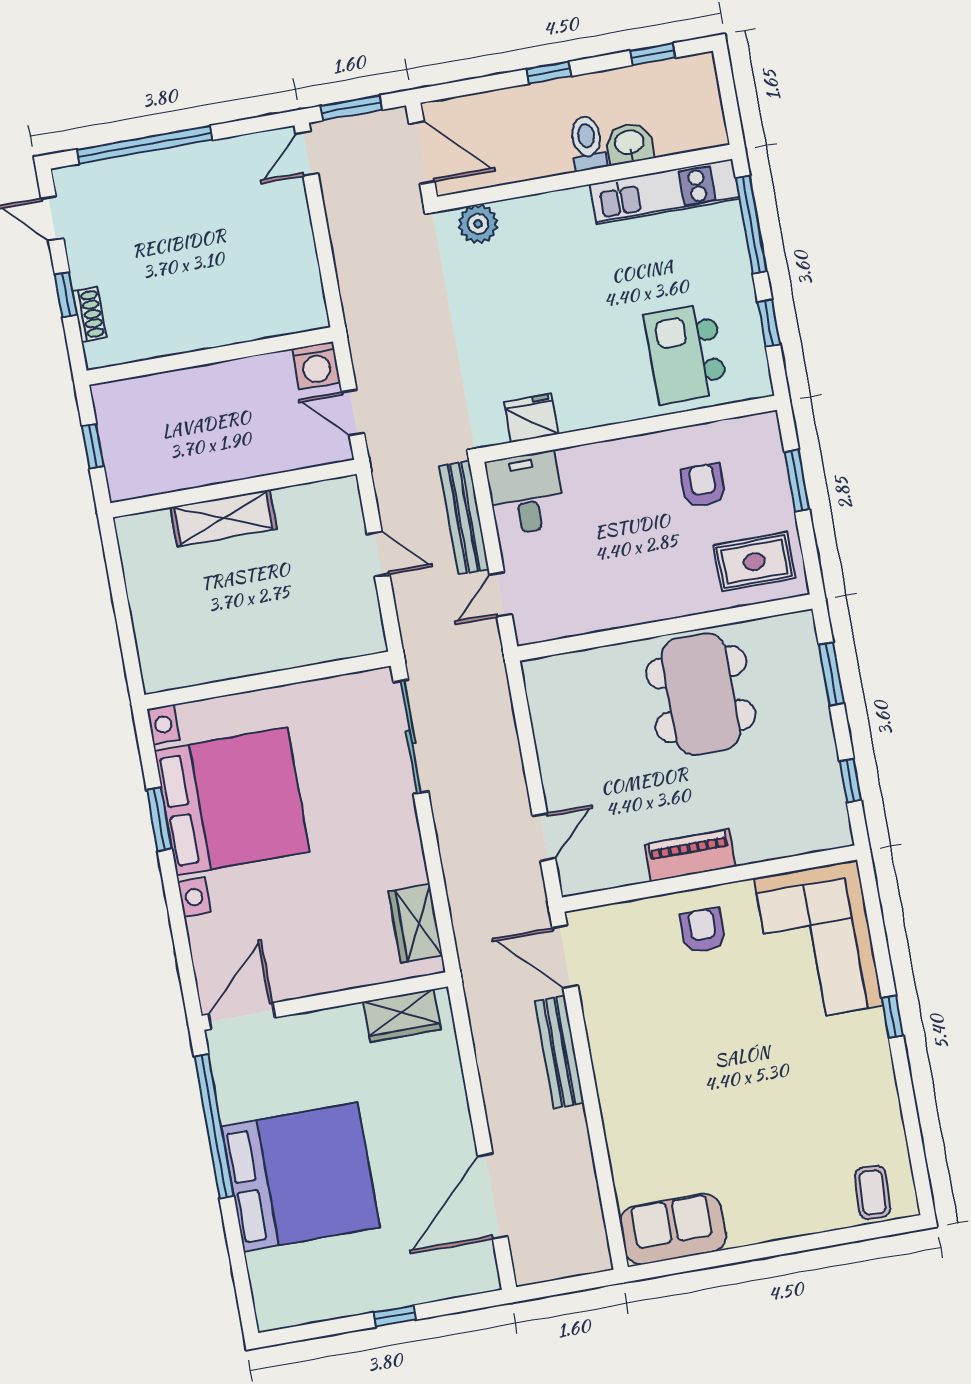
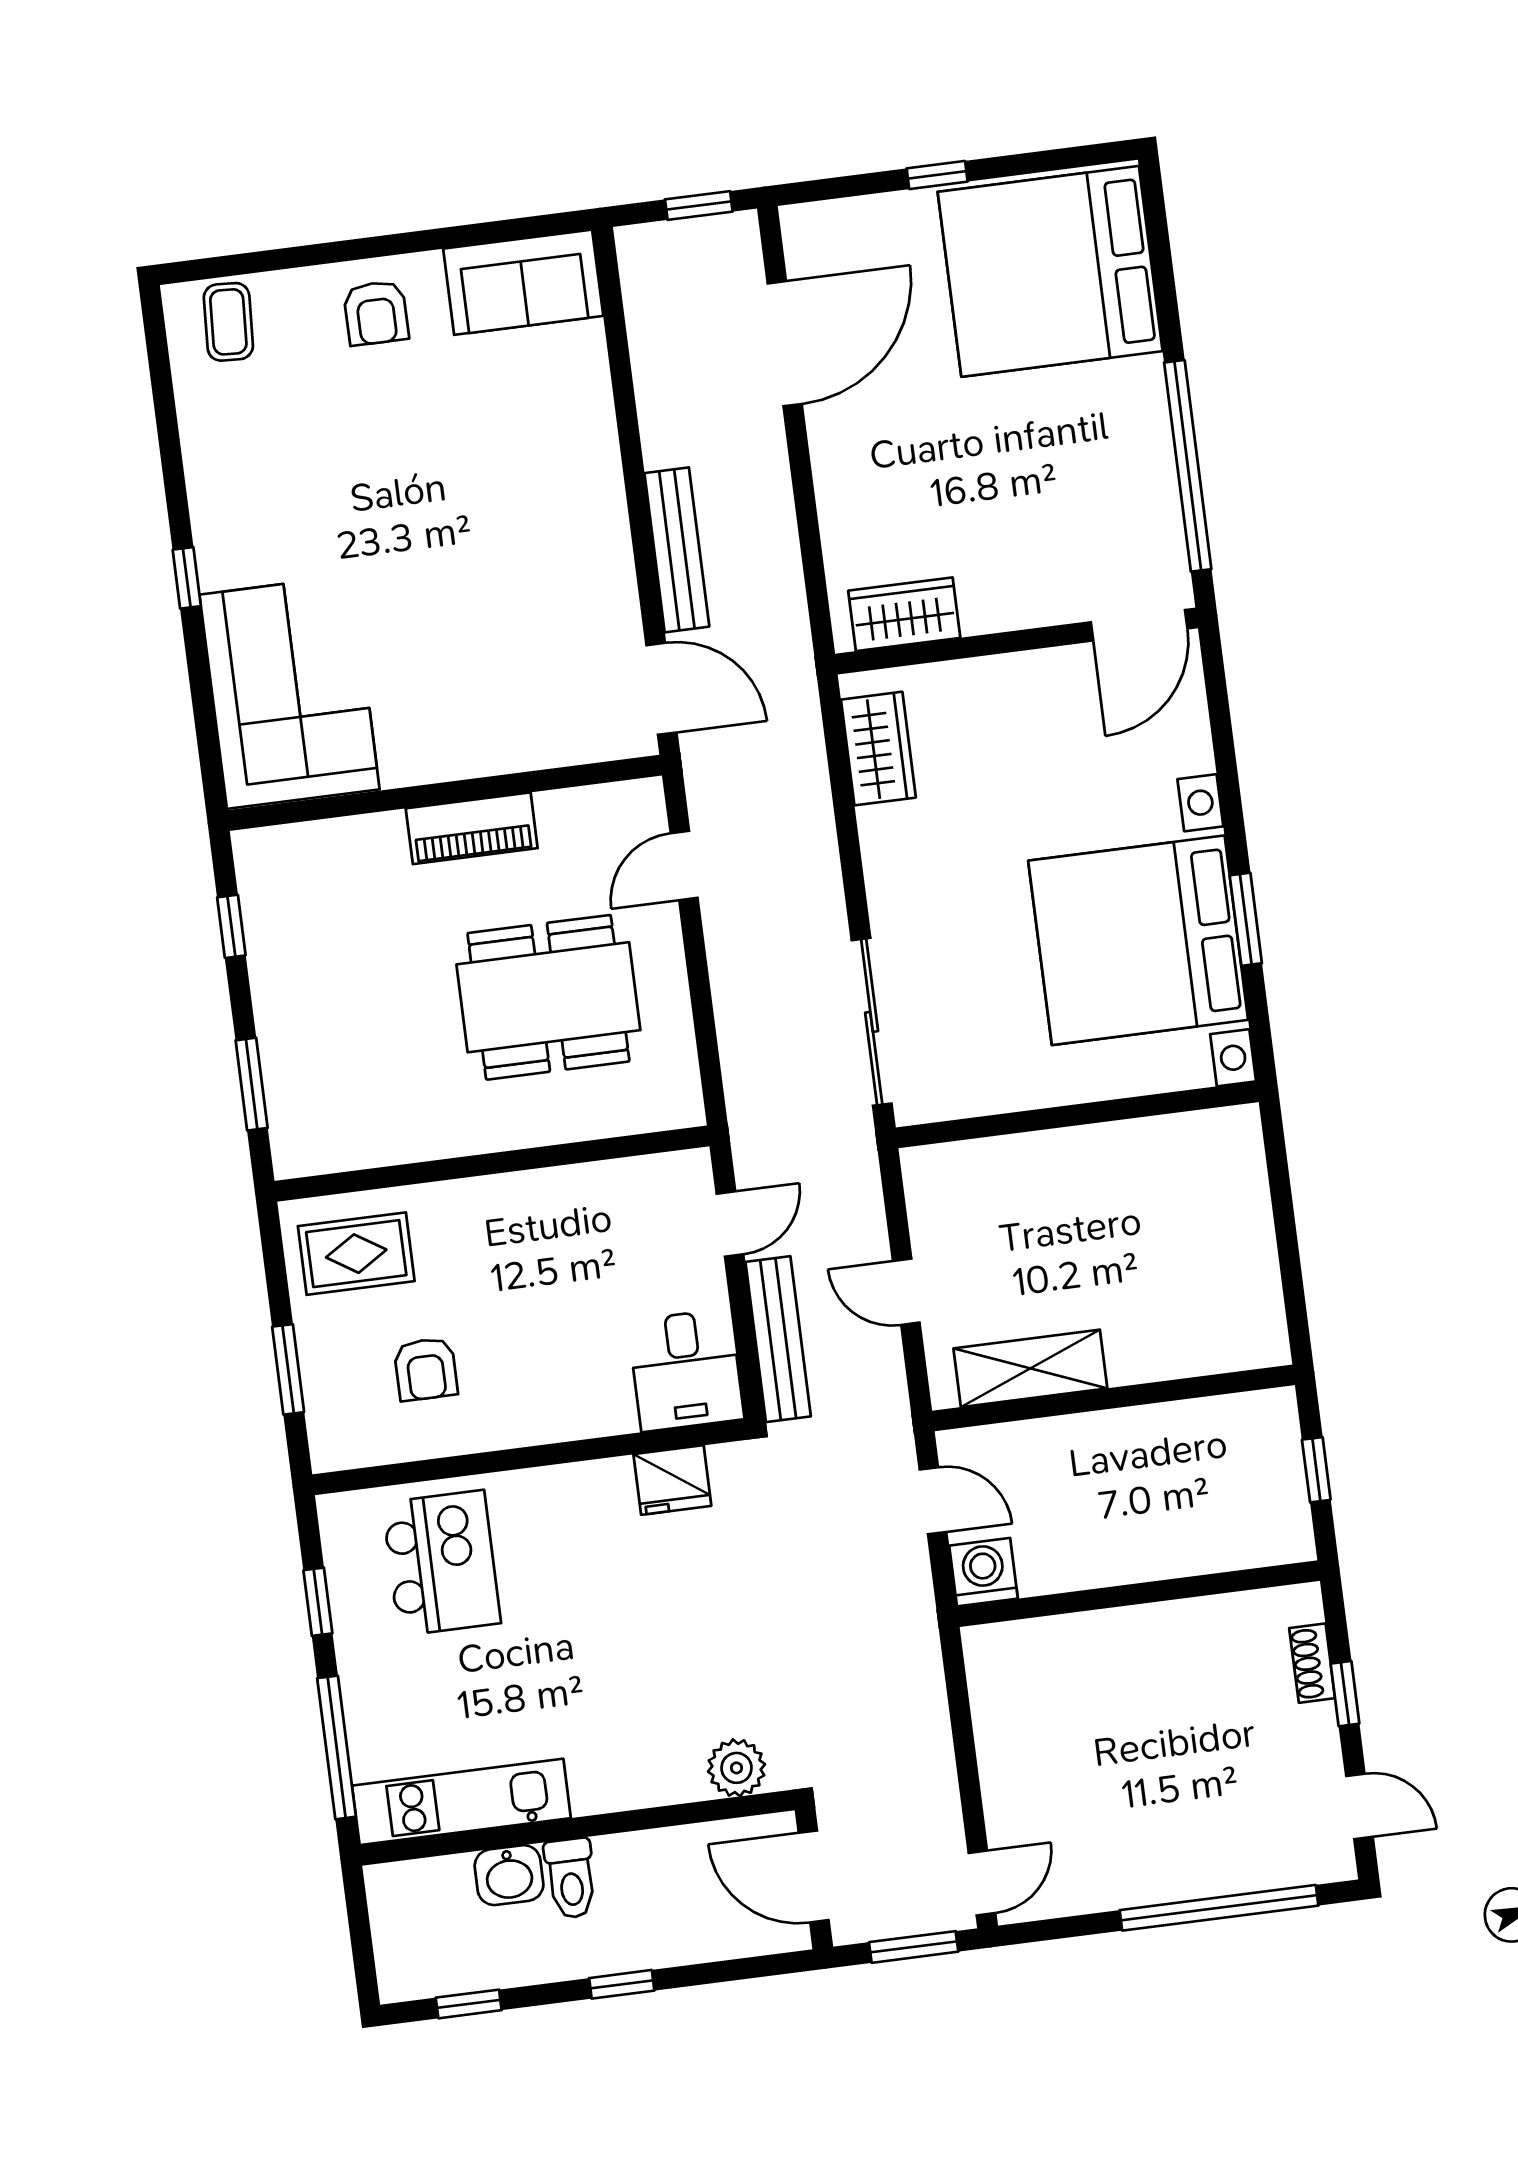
shelving: (223, 518) -> (1030, 1368), moved
dining table: (701, 694) -> (548, 997), moved, turned 90
armchair: (703, 930) -> (376, 313), moved
bed: (300, 1177) -> (1050, 271), moved
window: (556, 1287) -> (699, 205), added

